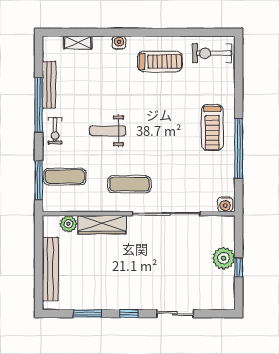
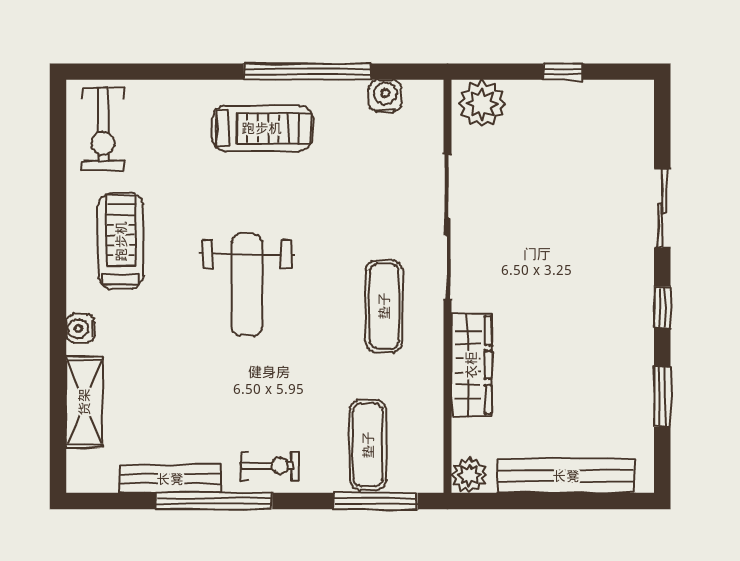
shelving: (78, 42) -> (84, 402), width x1.50, depth x1.33
weight bench: (108, 131) -> (247, 285), moved, width x1.36, depth x1.33
water cooler: (225, 204) -> (385, 96), moved, turned -90
plant: (68, 224) -> (469, 475), moved
plant: (224, 258) -> (482, 104), moved

